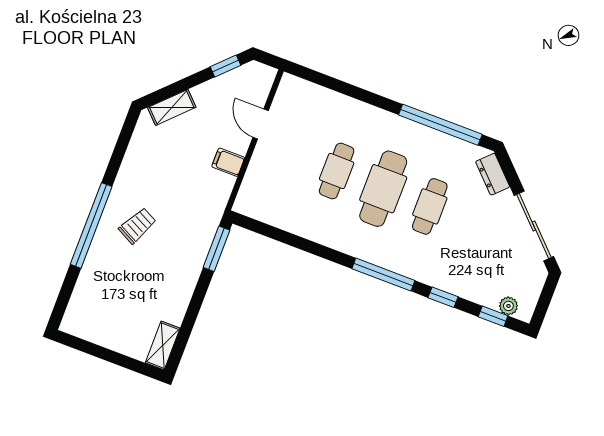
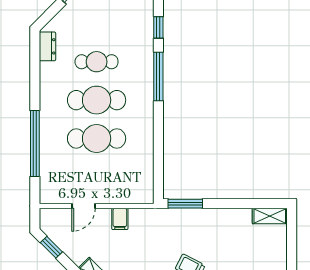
window: (440, 125) -> (35, 143), moved
cafe table: (337, 171) -> (97, 138), width x1.37, depth x1.35
dresser: (493, 174) -> (47, 46), moved, turned -45

